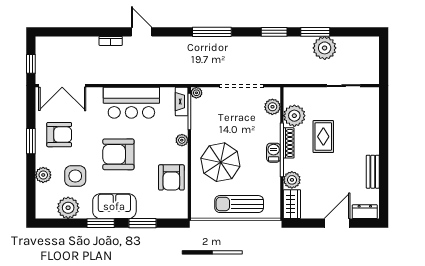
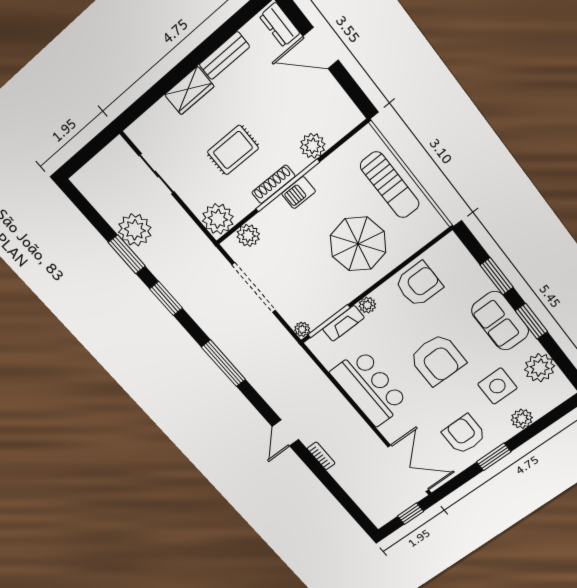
fireplace: (182, 102) -> (343, 323), moved
plant: (294, 116) -> (218, 219), moved
wardrobe: (292, 204) -> (189, 91), moved, turned 180

